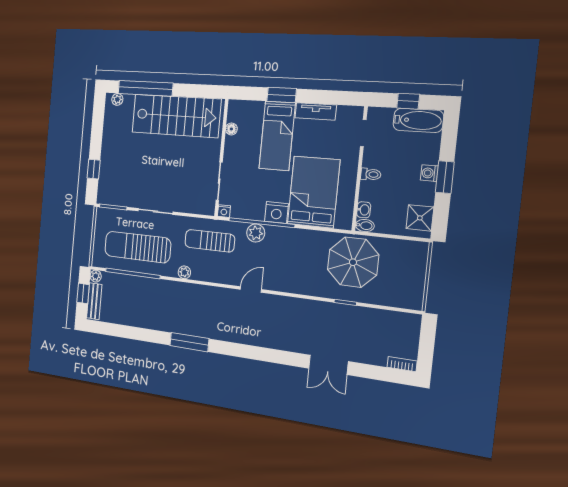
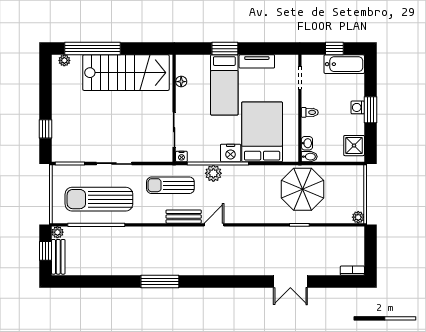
plant: (184, 272) -> (358, 217), moved
bench: (220, 276) -> (184, 217), added

